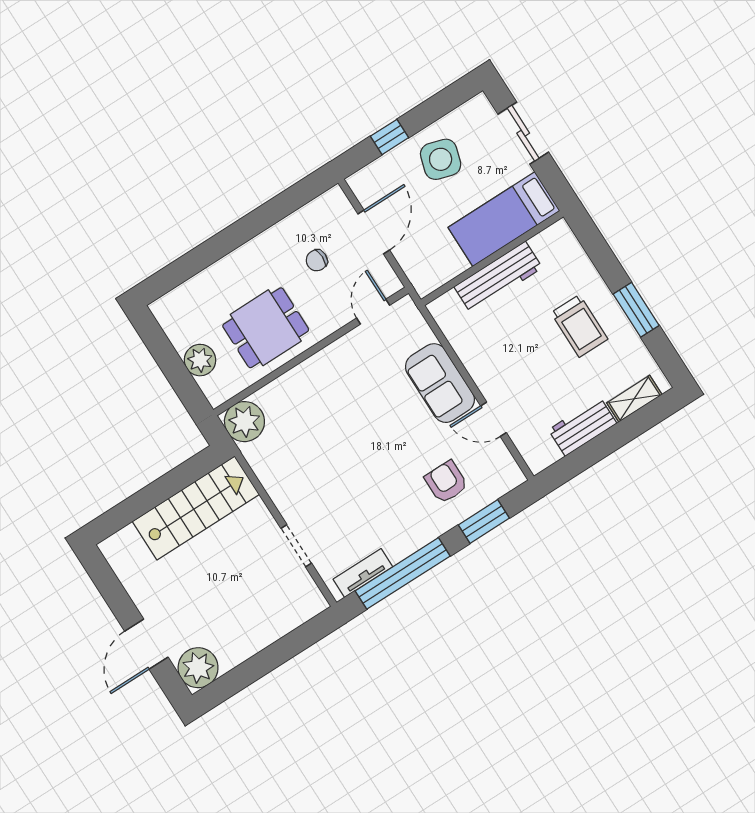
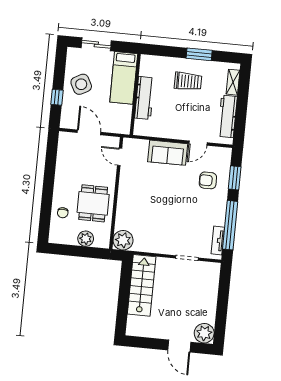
side table: (441, 159) -> (81, 84), turned 45
chair: (317, 260) -> (63, 213), moved
workbench: (583, 427) -> (227, 116), width x1.38

